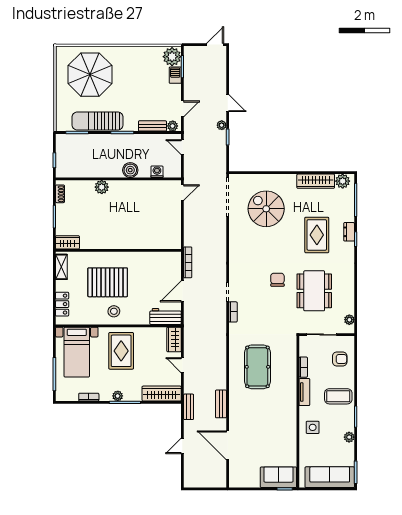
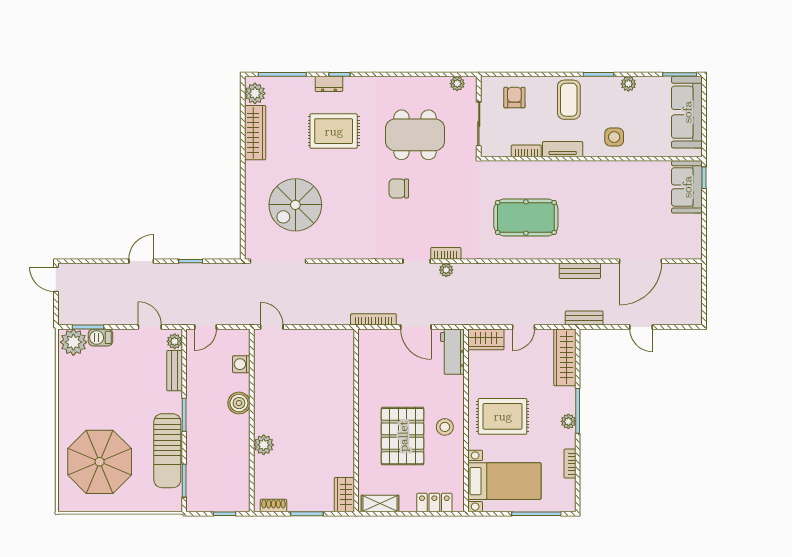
plant: (222, 125) -> (446, 270), moved

